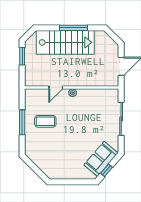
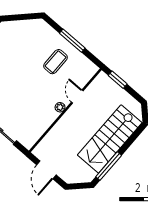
window: (74, 28) -> (109, 166), moved
window: (22, 56) -> (118, 80), moved

